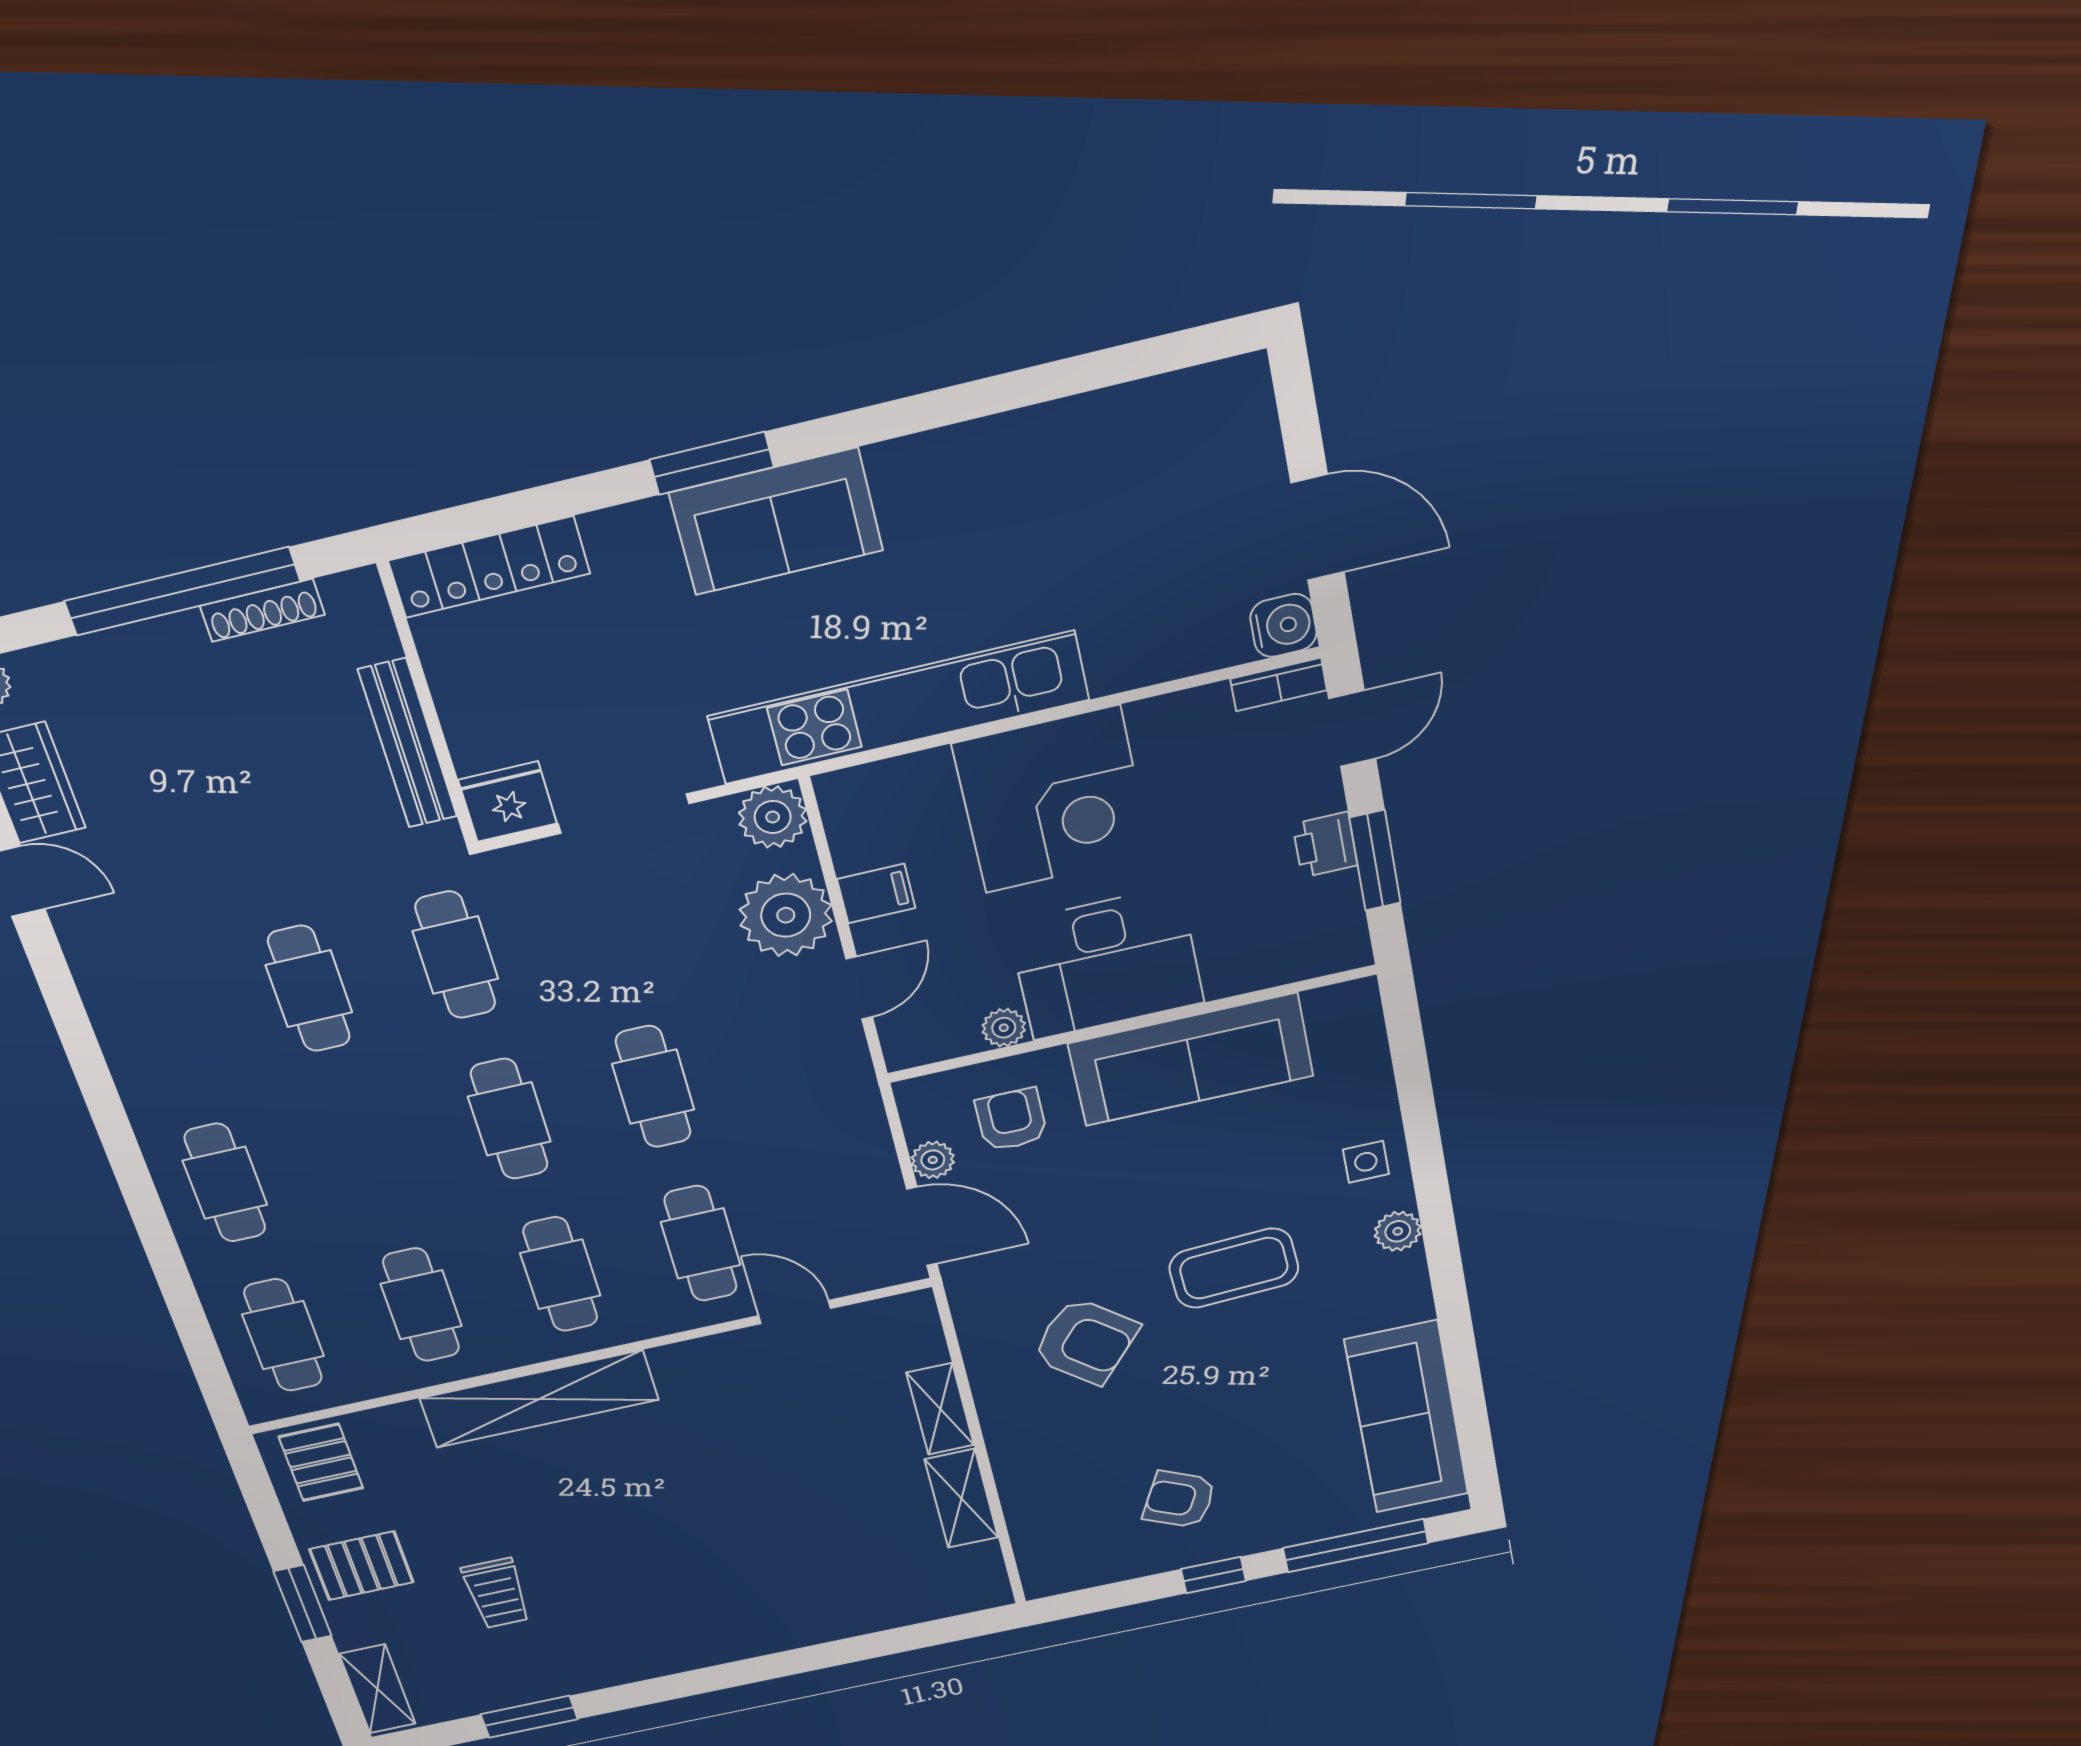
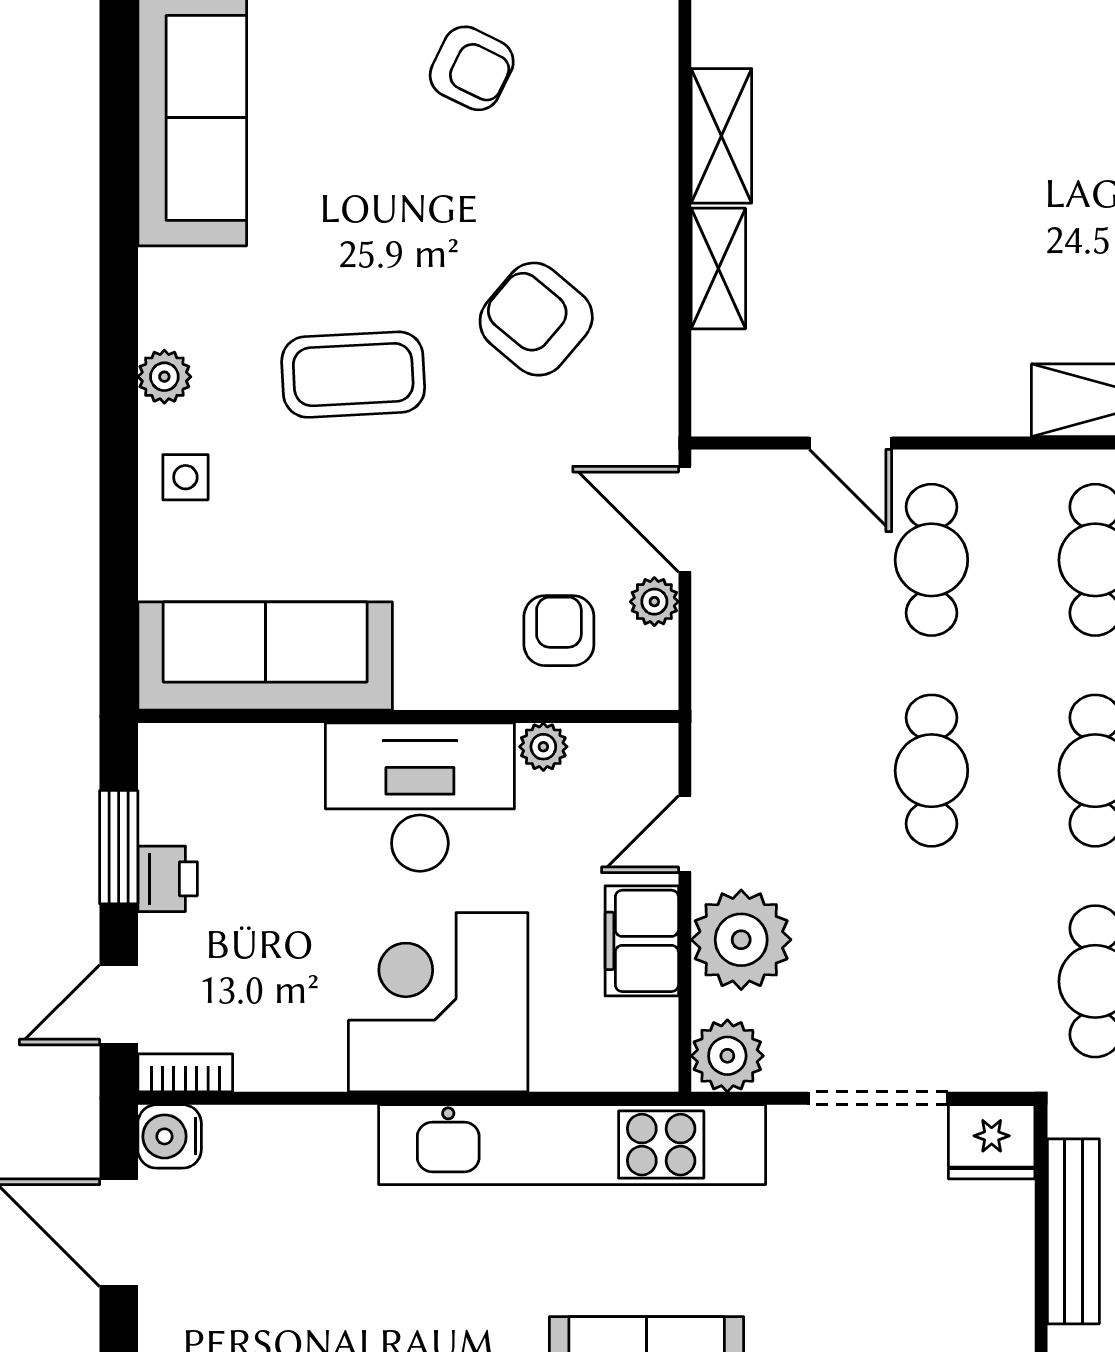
filing cabinet: (876, 894) -> (642, 941), width x2.00
sofa: (1191, 1060) -> (265, 656), moved
armchair: (1011, 1120) -> (559, 631), turned 180

